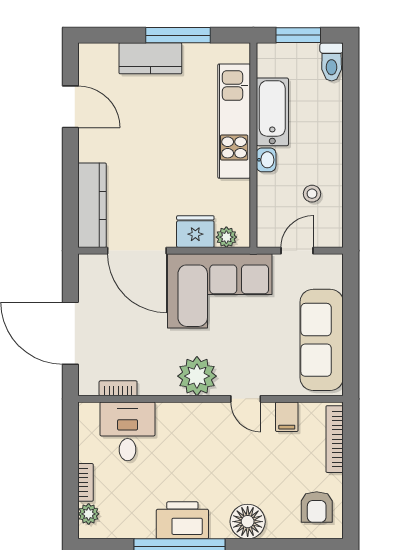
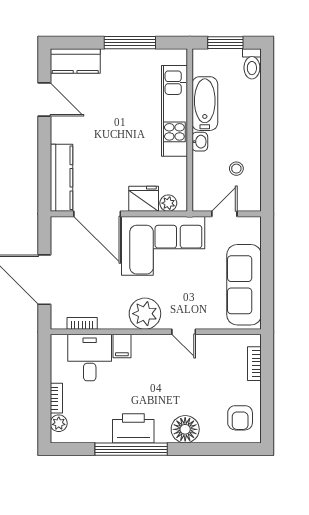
kitchen counter: (150, 58) -> (75, 61), moved
filing cabinet: (287, 417) -> (122, 346), moved
bookcase: (335, 439) -> (254, 364), width x0.64

